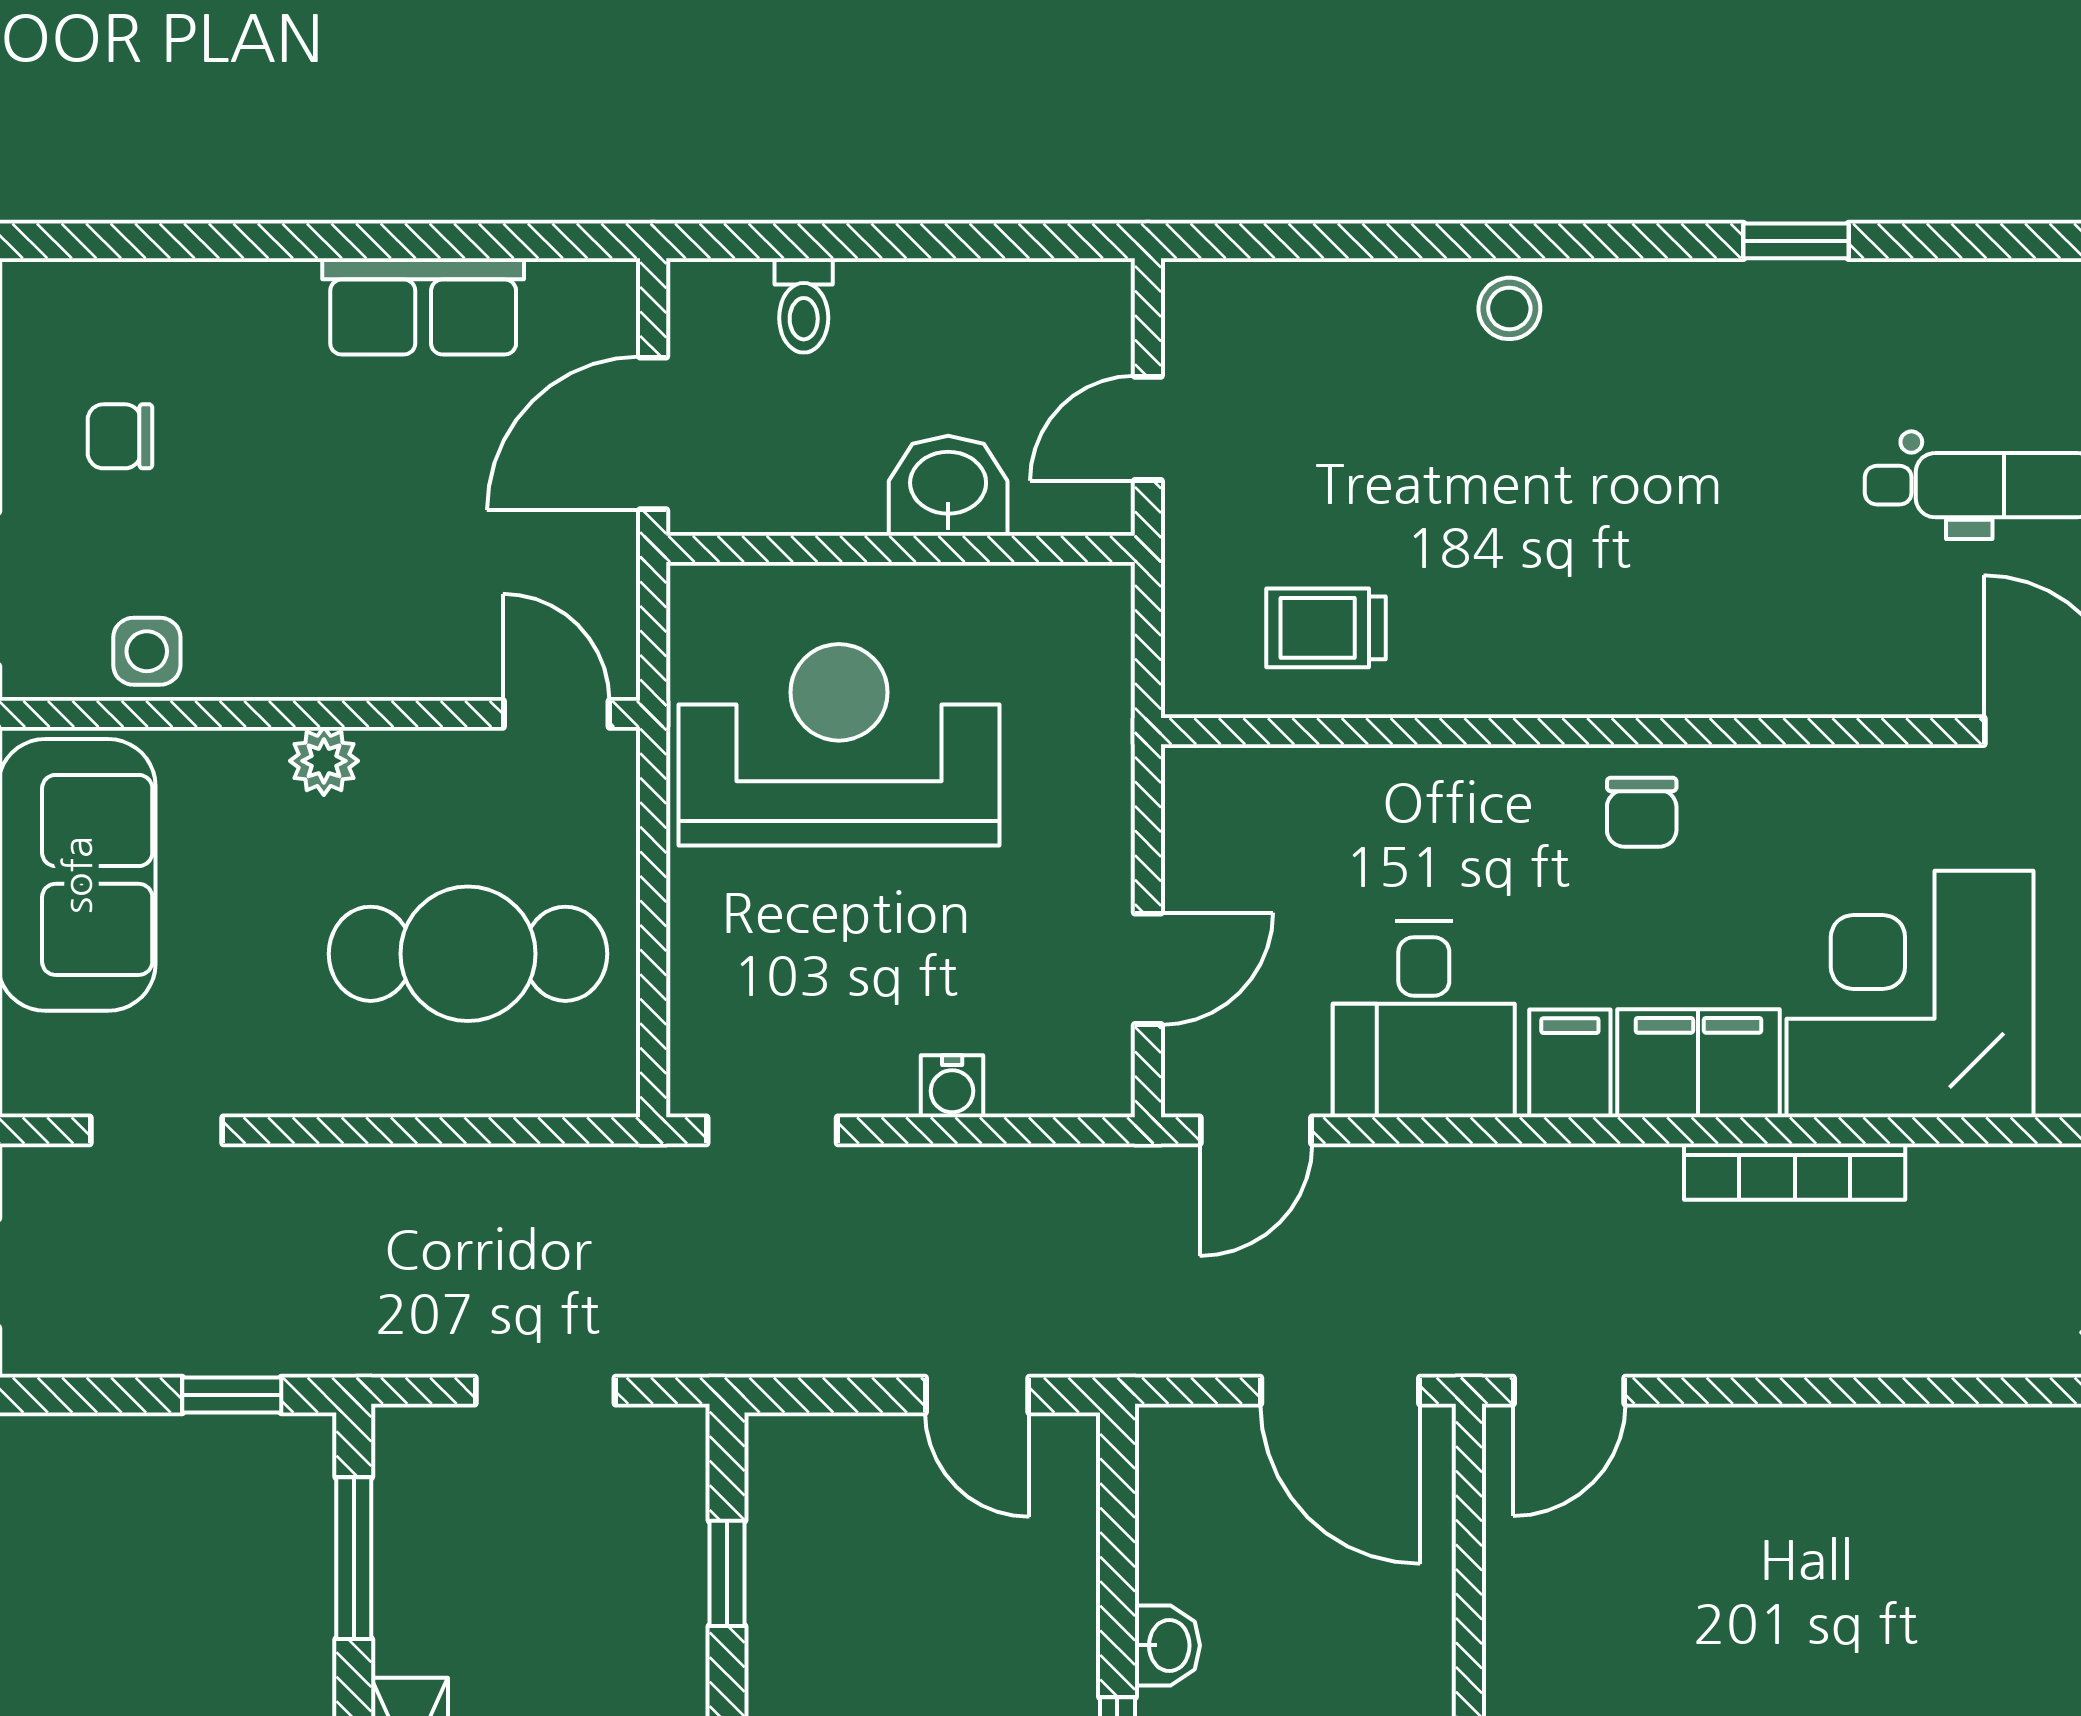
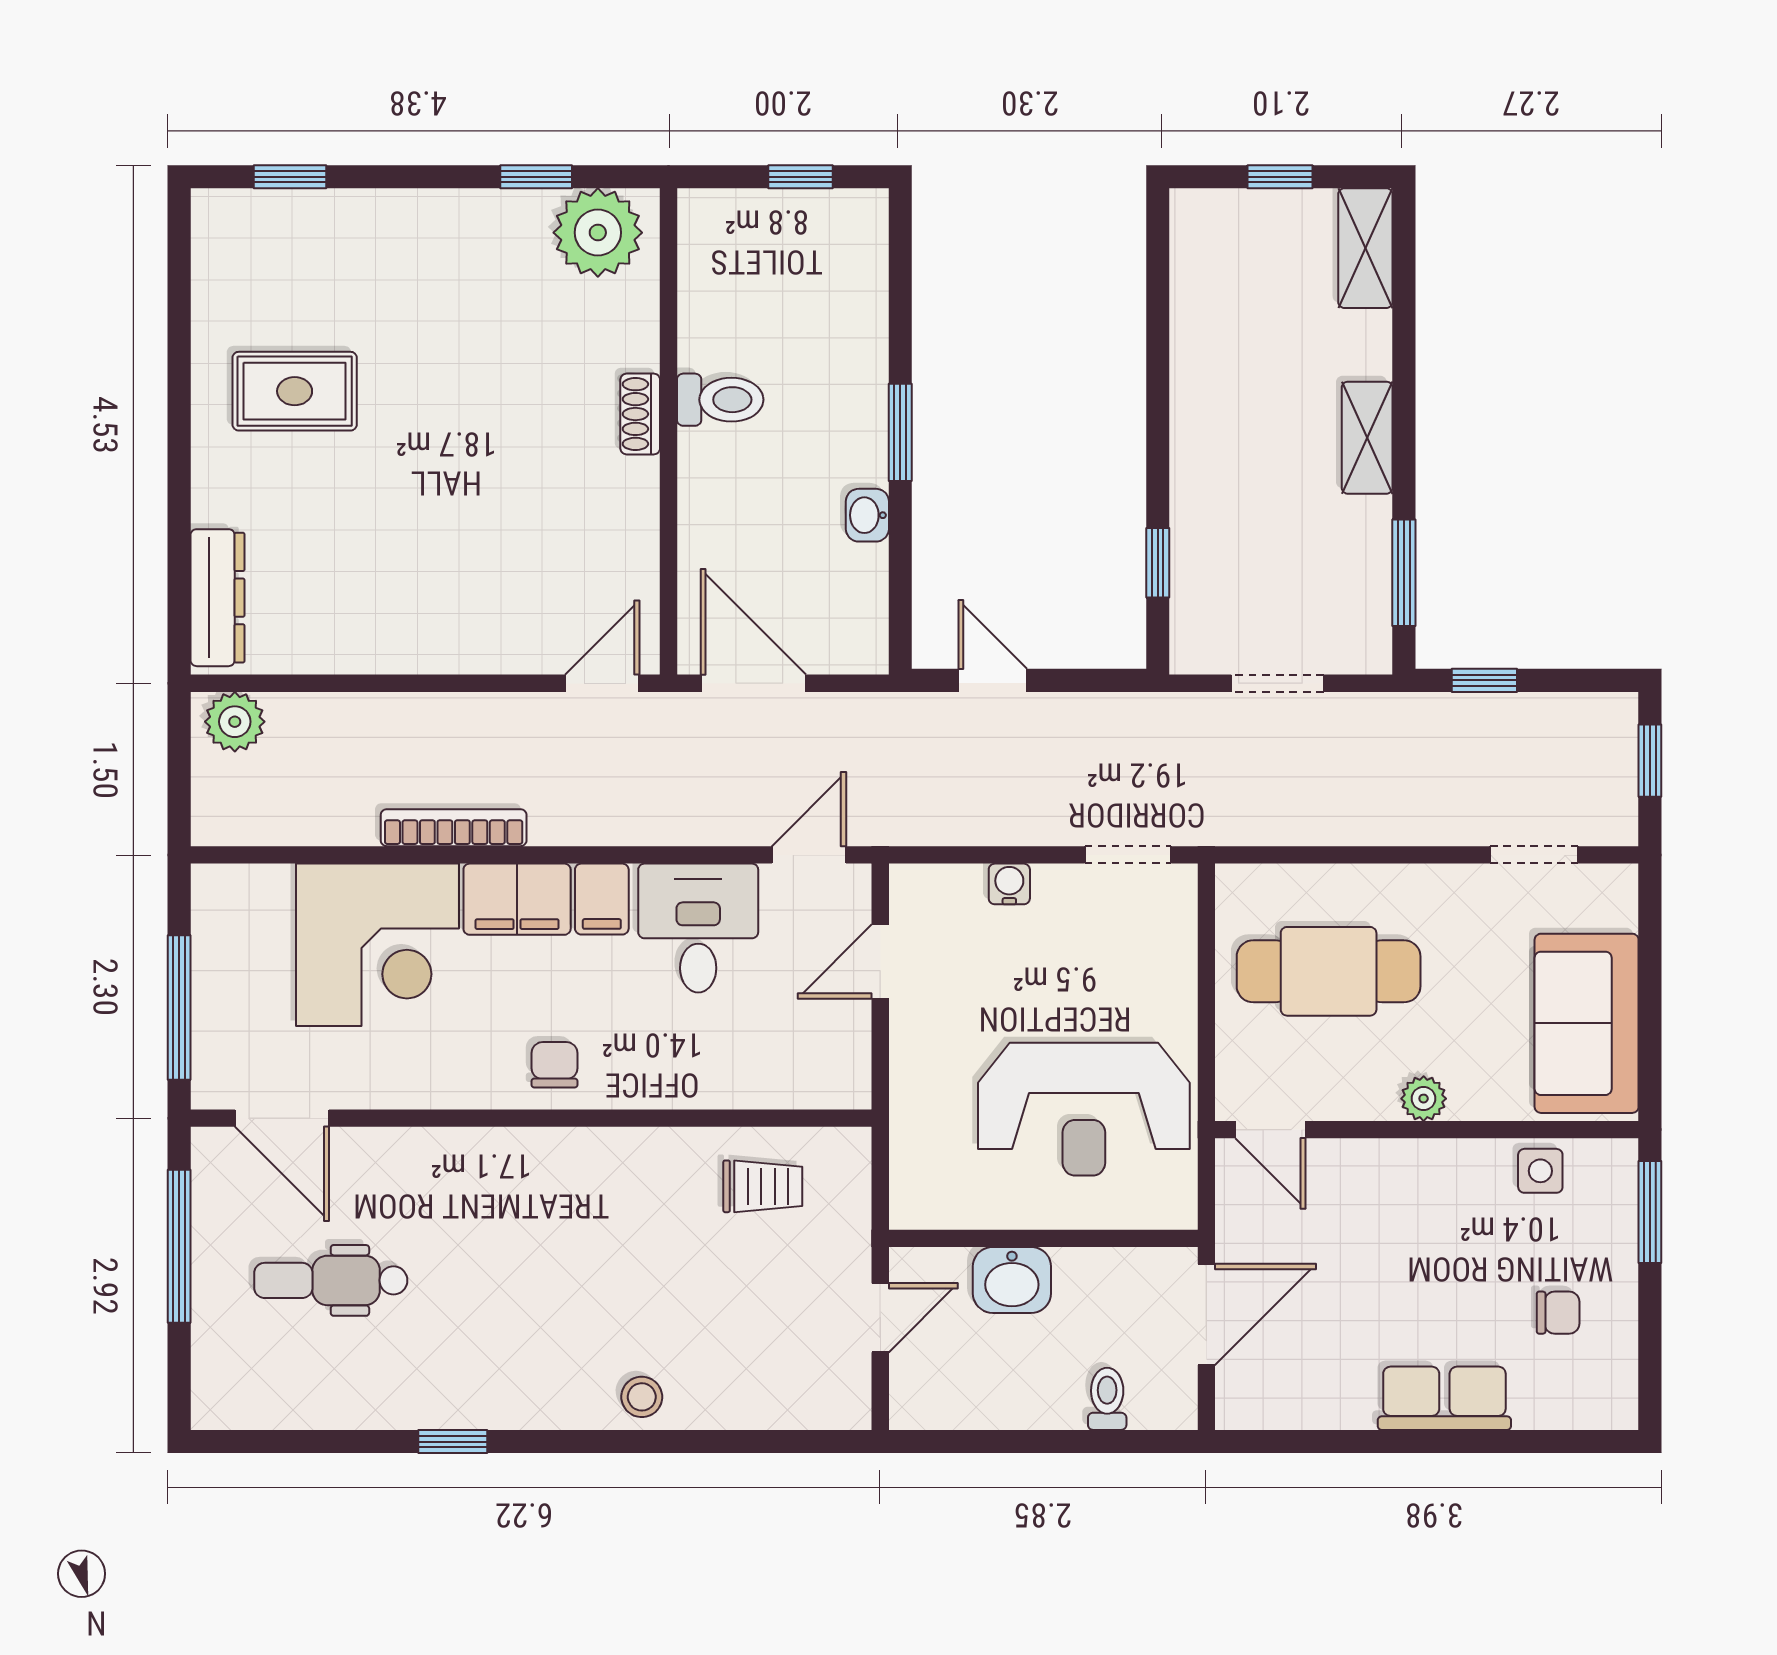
row of seats: (423, 306) -> (1444, 1398), moved

